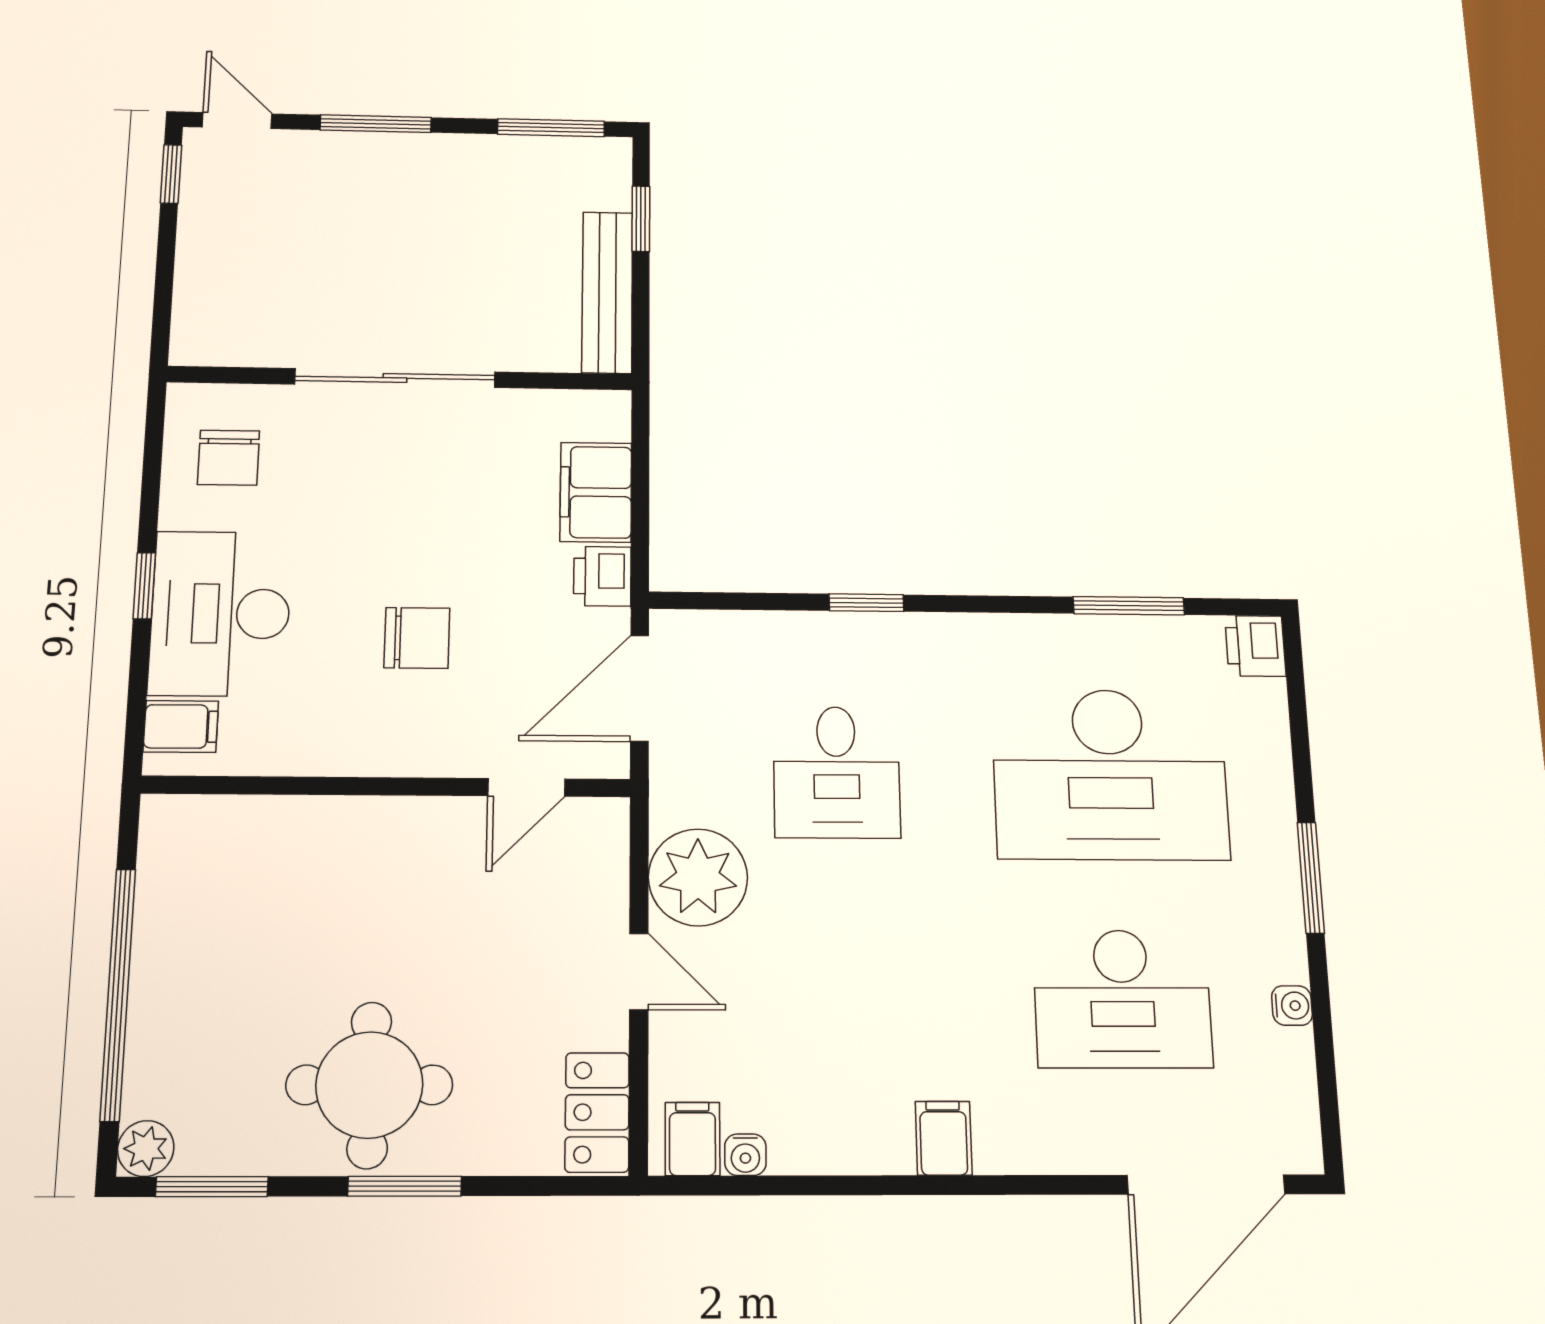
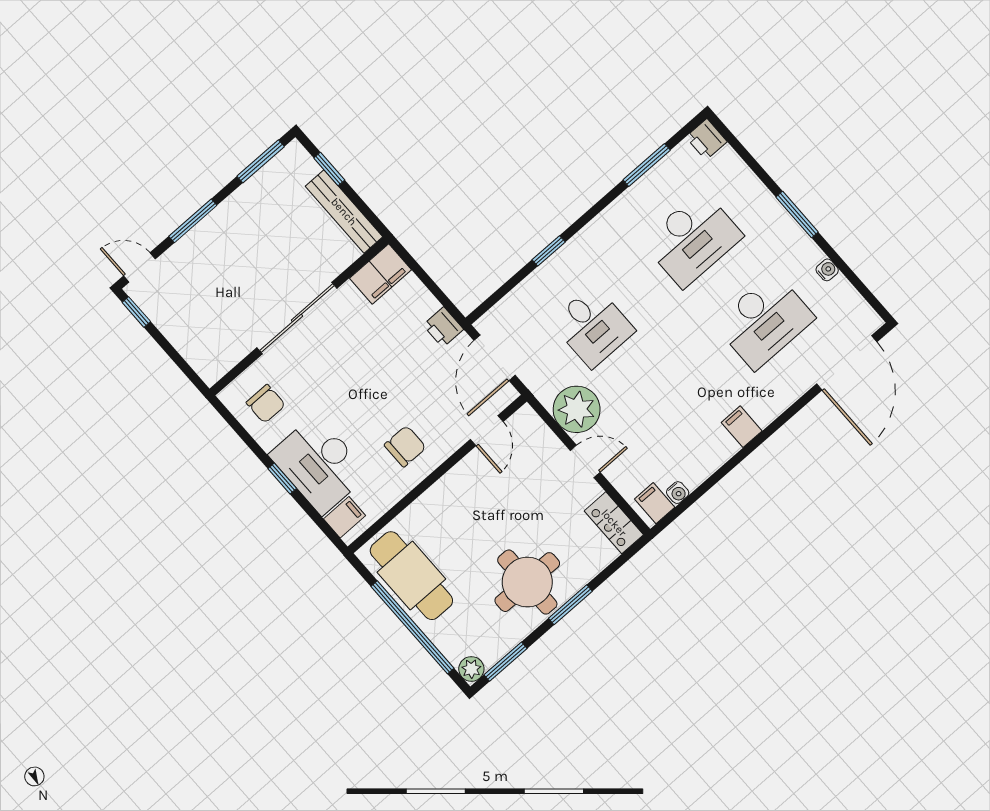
filing cabinet: (596, 492) -> (380, 274), moved, turned -90
chair: (417, 638) -> (405, 446), moved
desk: (1110, 774) -> (693, 239), width x0.73, depth x0.77
cafe table: (196, 909) -> (411, 576), added

